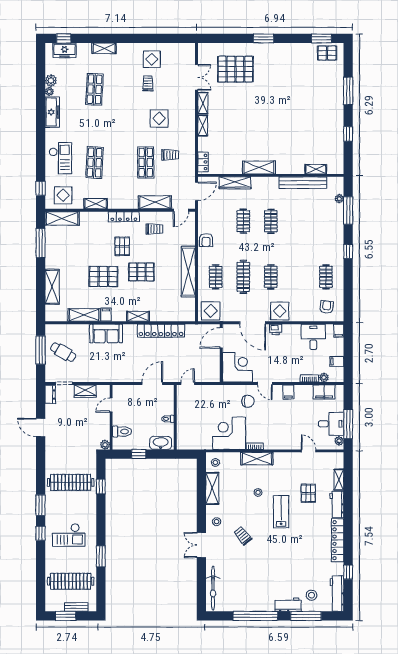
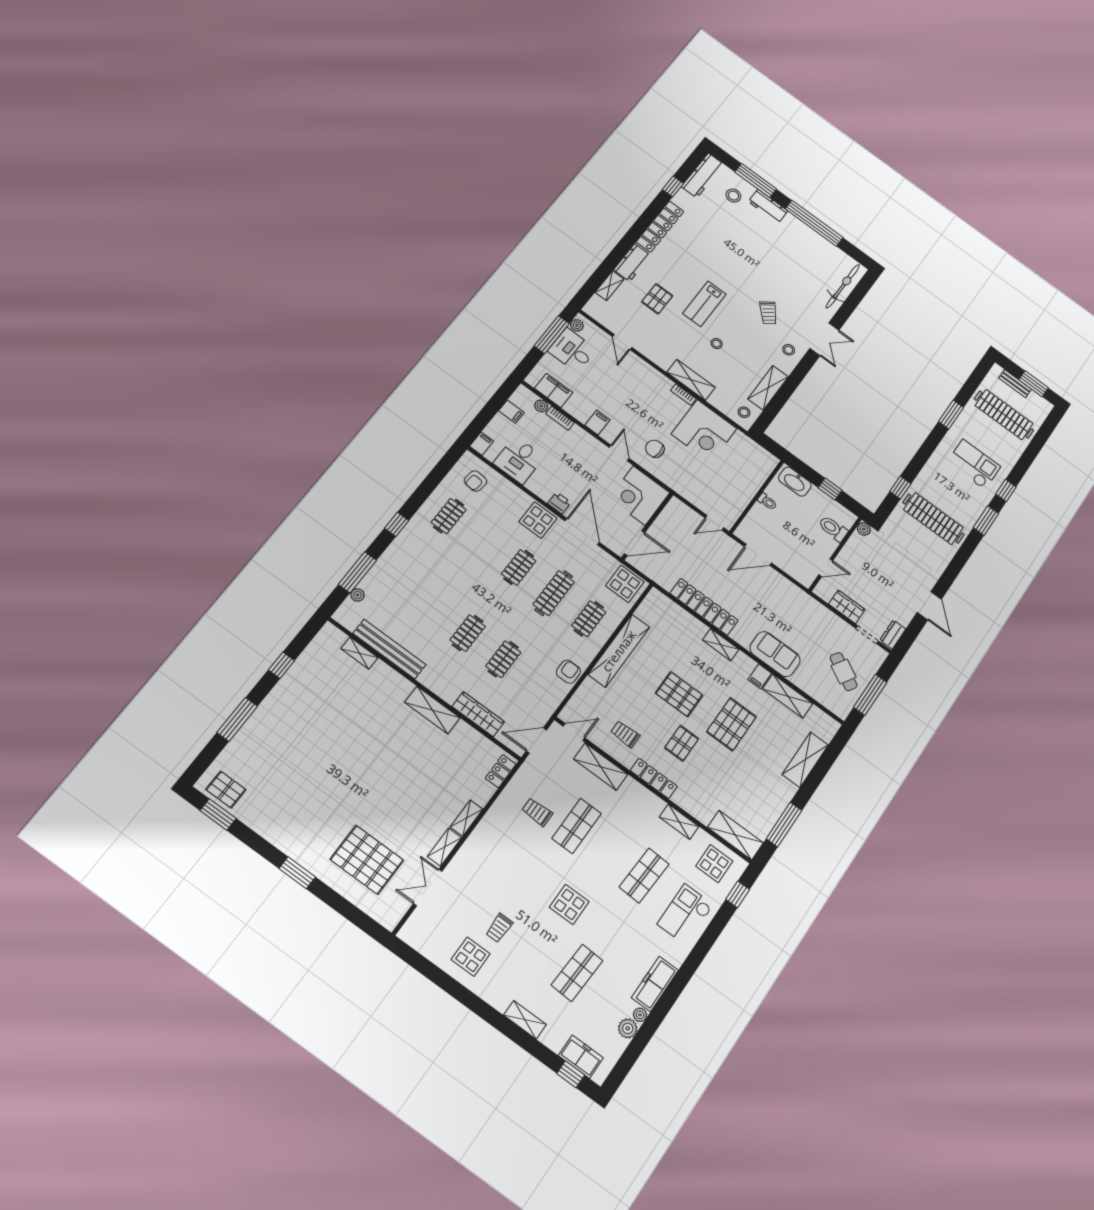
display table: (159, 118) -> (569, 904), moved
pallet: (103, 277) -> (731, 724), turned 90

